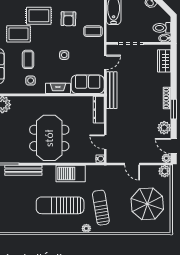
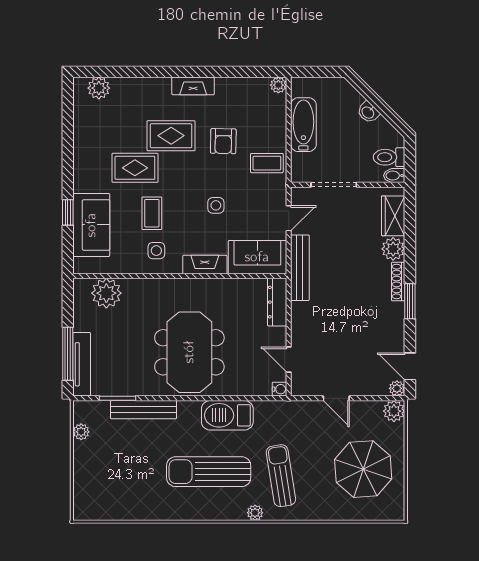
plant: (164, 128) -> (393, 249), moved

